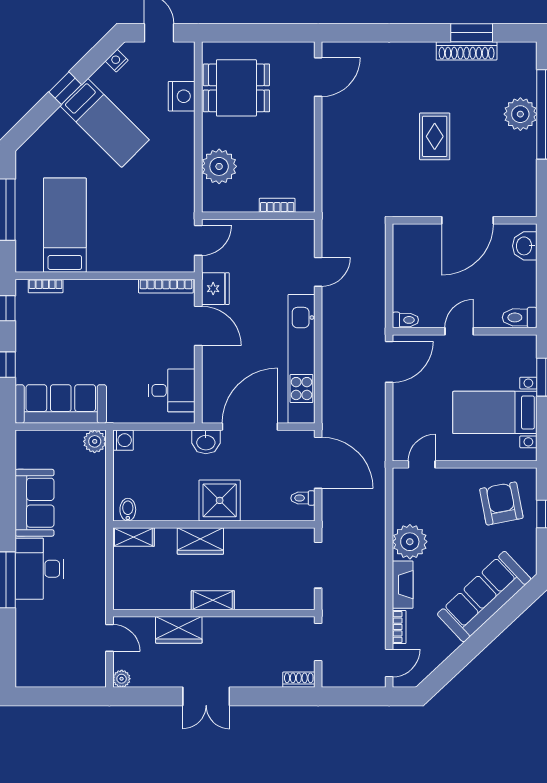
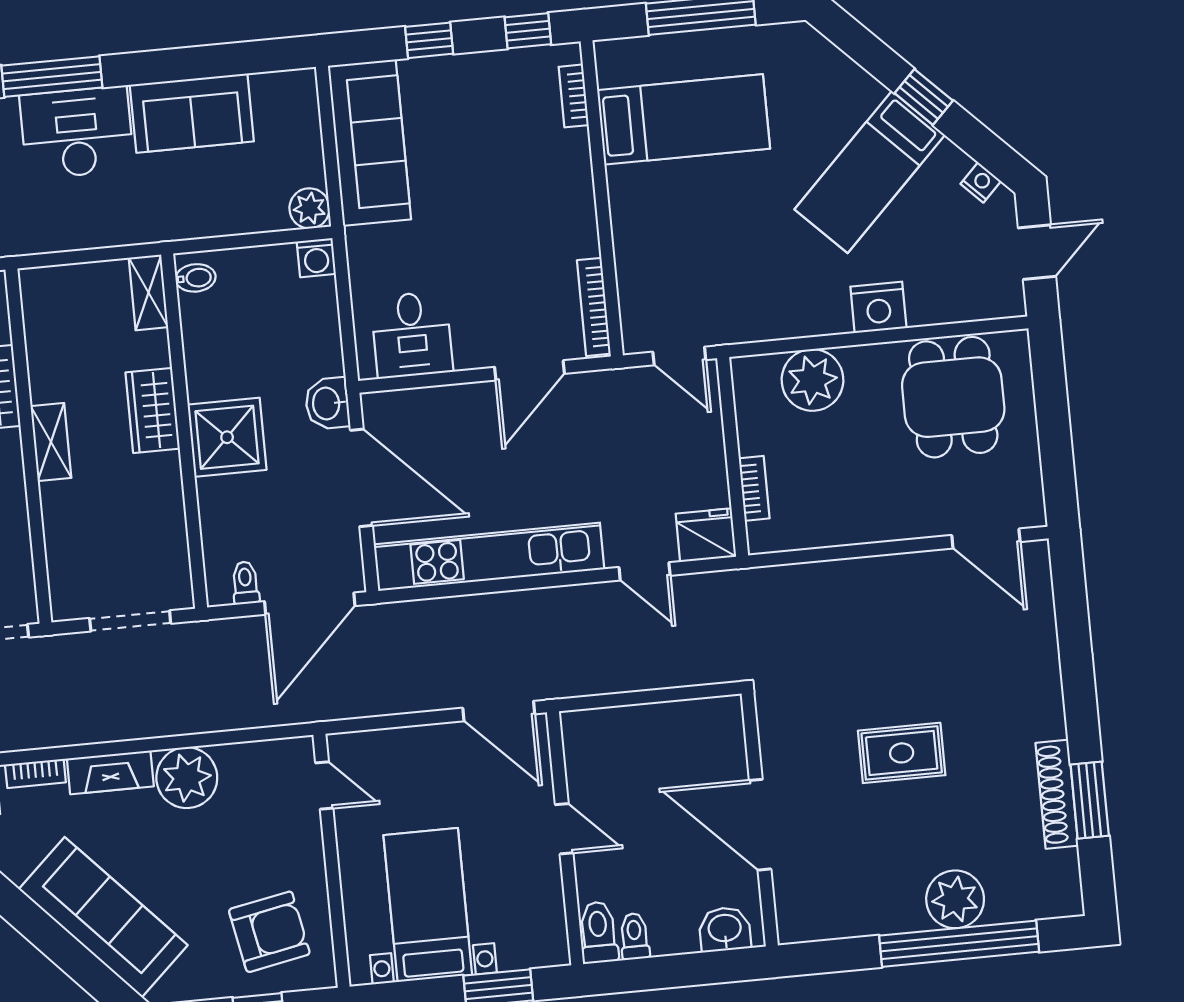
nightstand: (182, 96) -> (878, 307), moved
fridge: (215, 289) -> (706, 535), moved, turned 180
toilet: (405, 320) -> (634, 936), moved, turned 180

